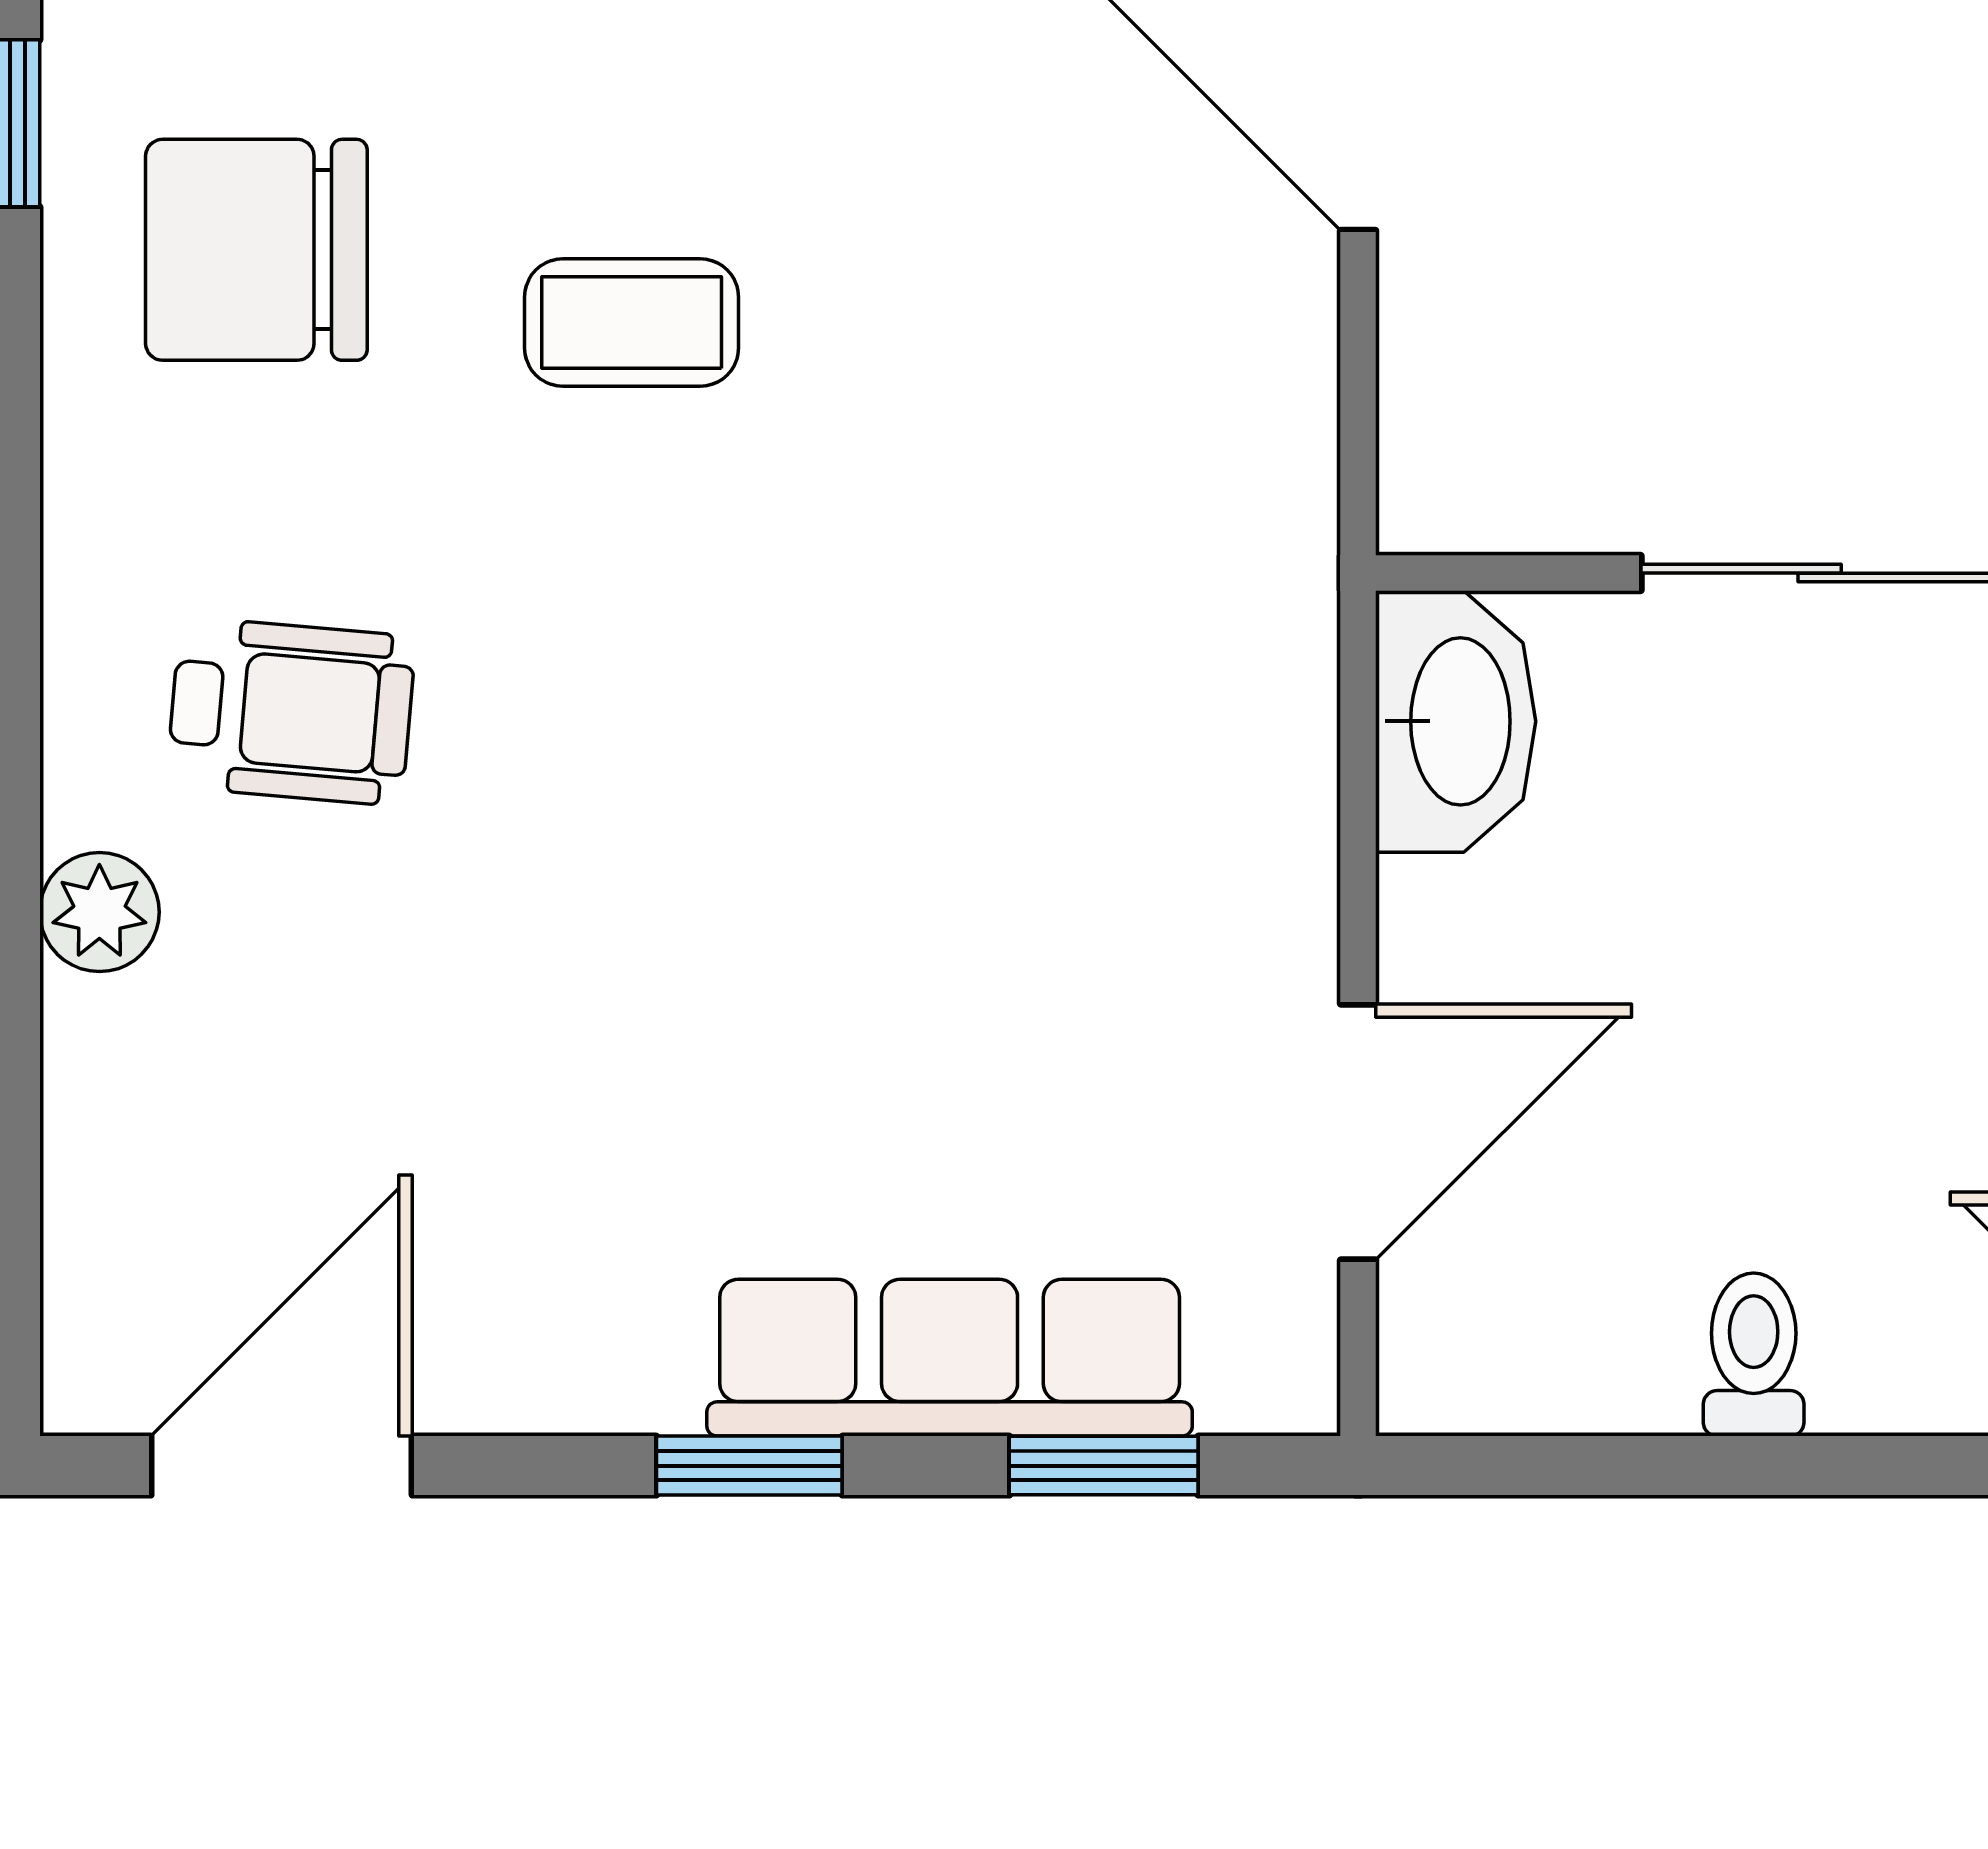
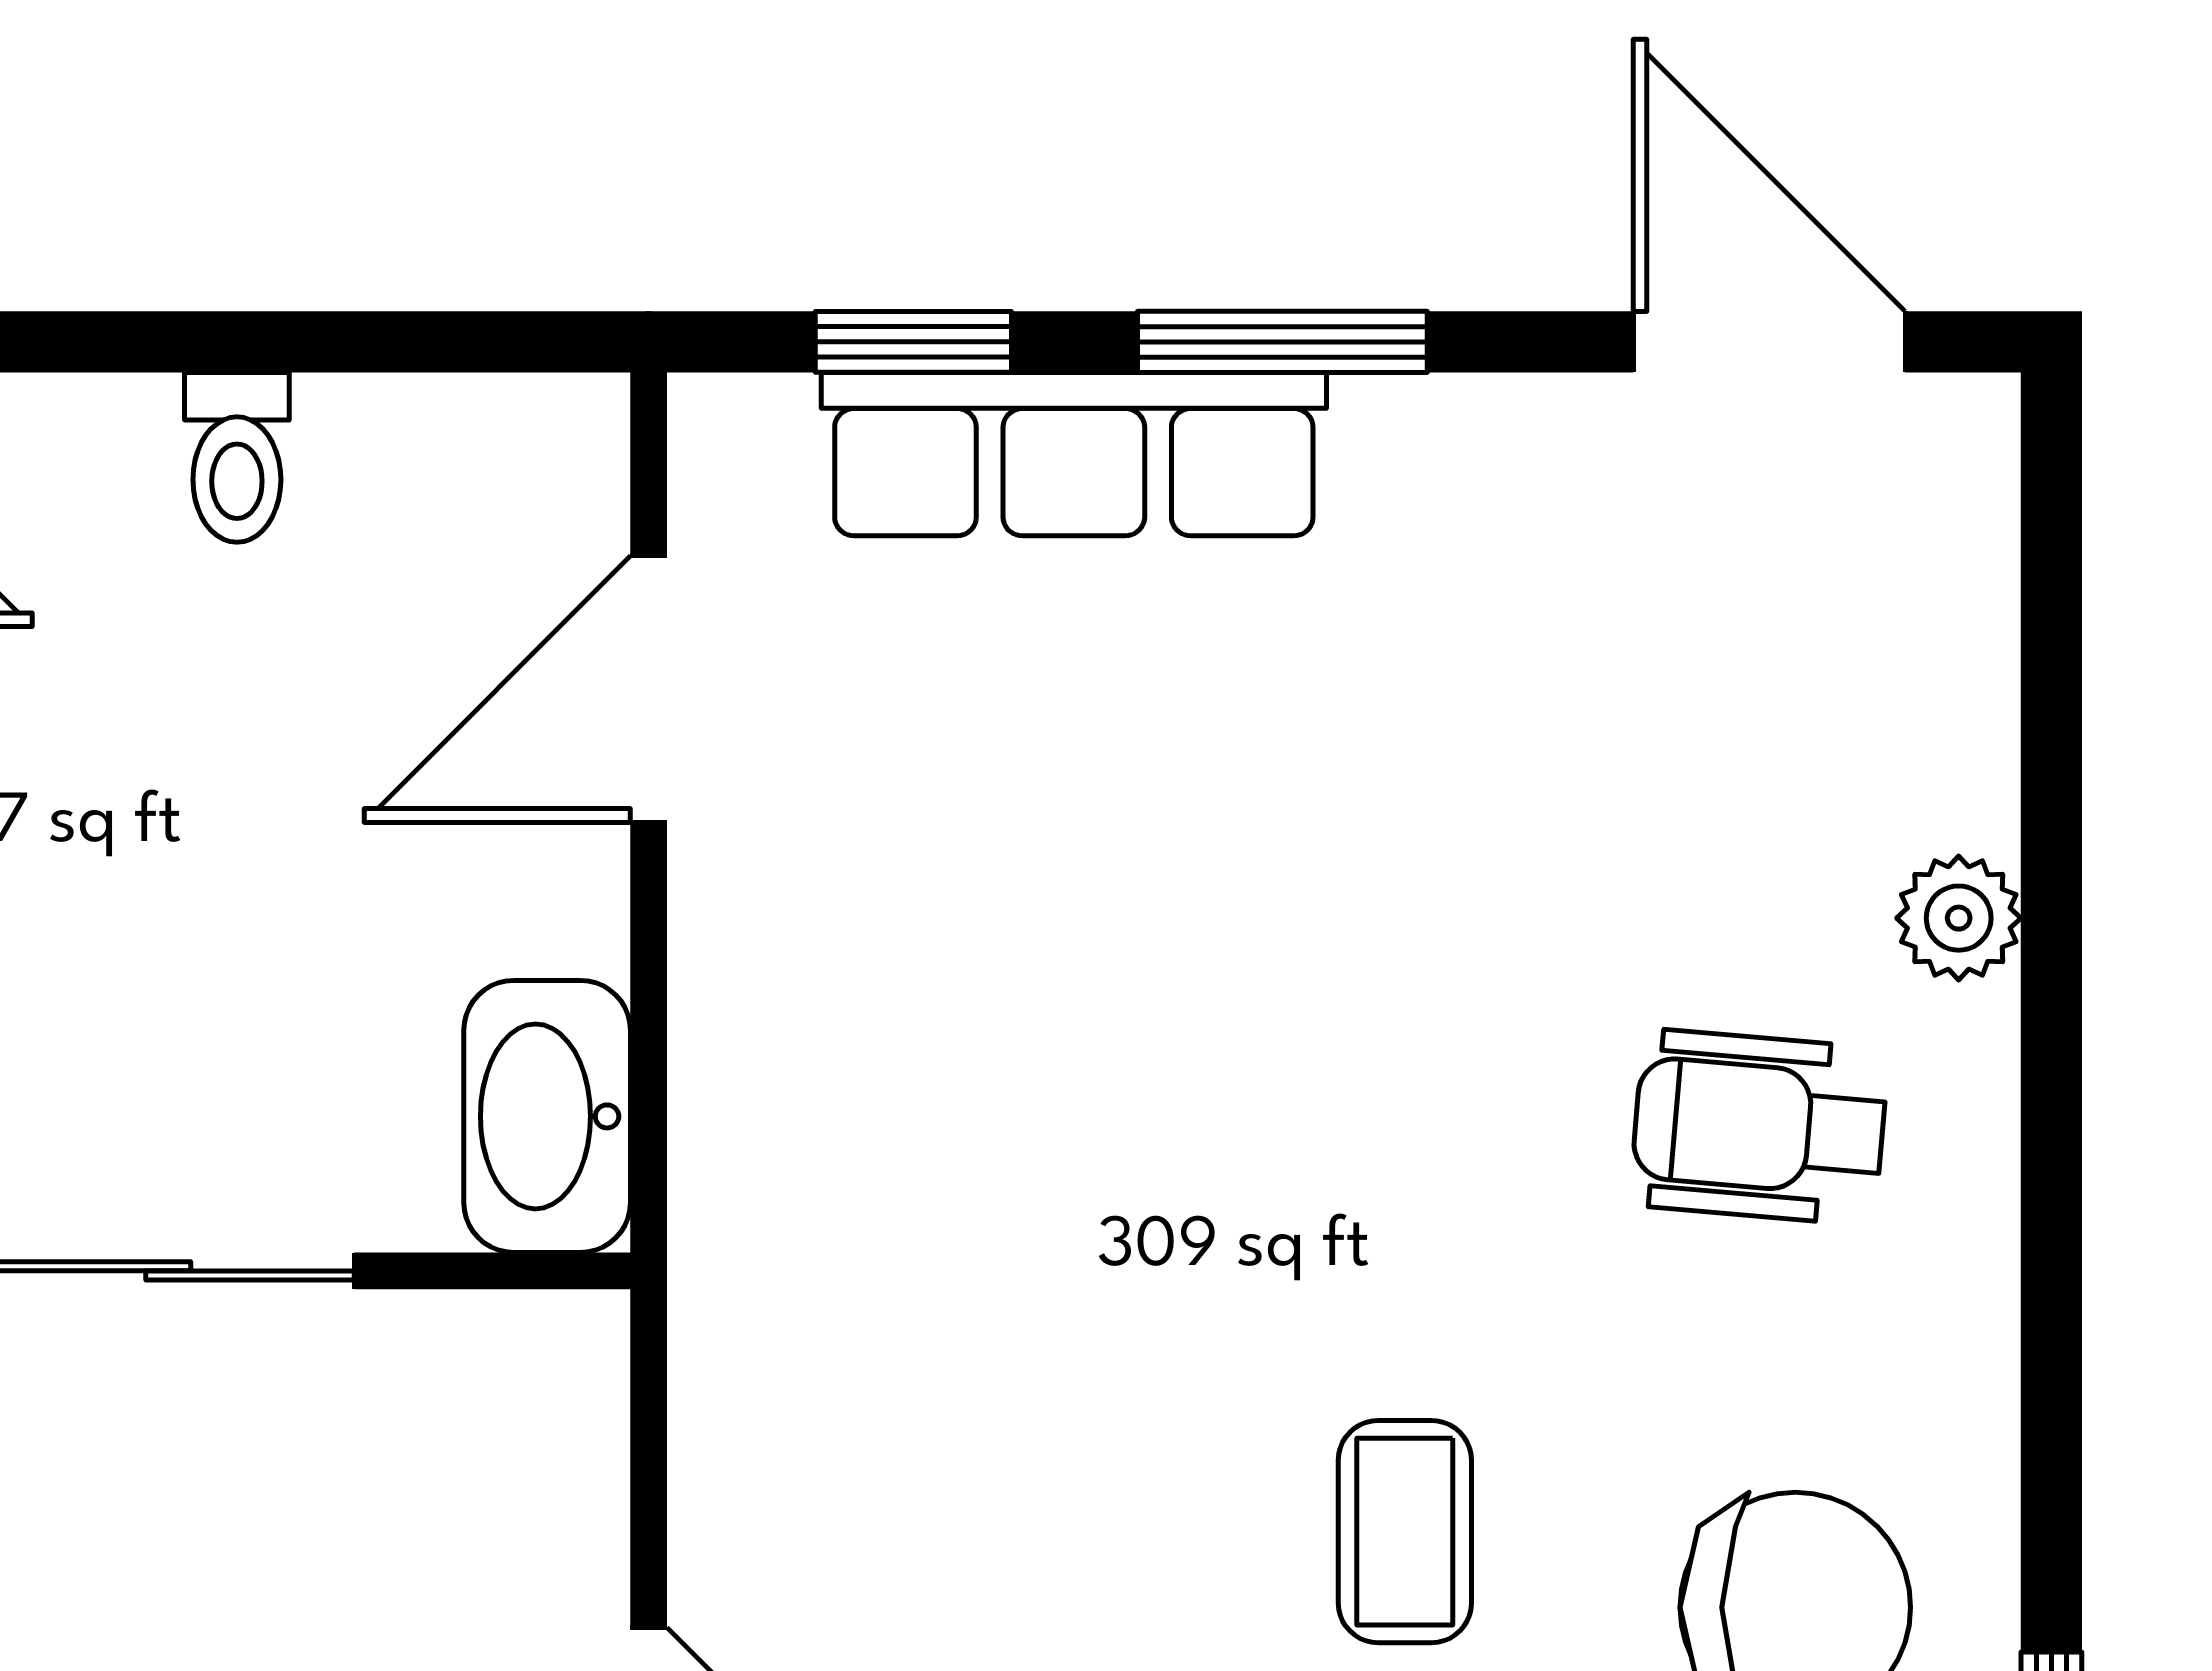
coffee table: (632, 323) -> (1405, 1532), turned 90
door: (282, 1466) -> (1769, 342), swing flipped
window: (749, 1466) -> (1282, 342), width x1.50

